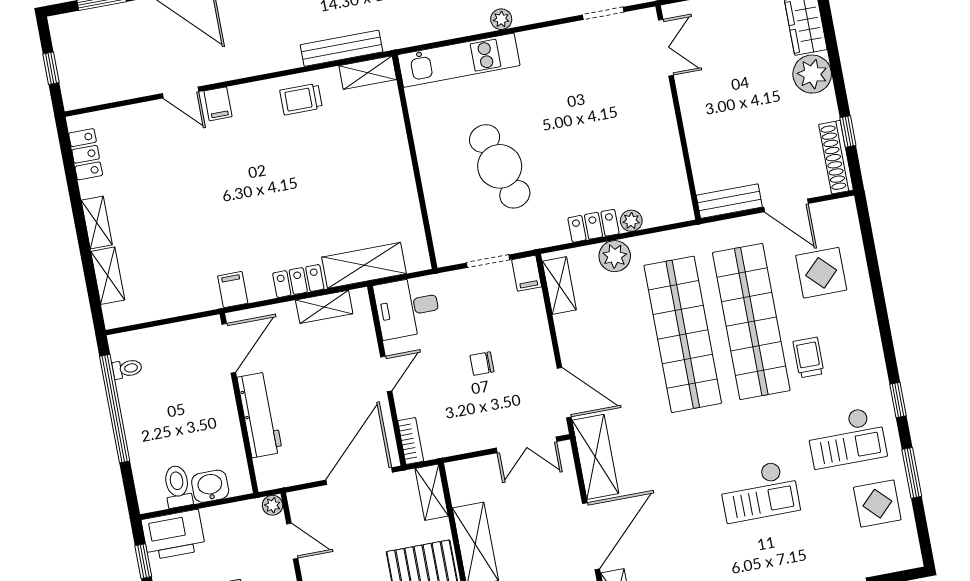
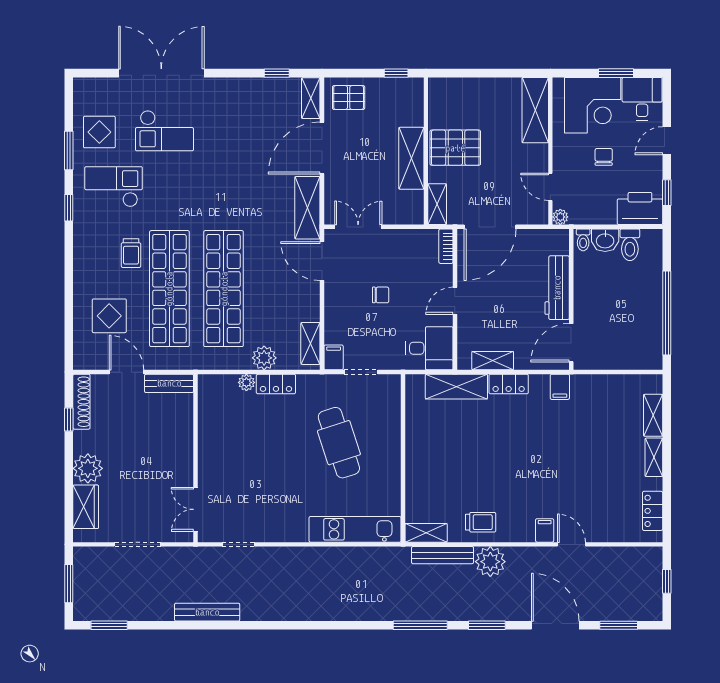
plant: (501, 19) -> (490, 562), moved, width x1.87, depth x1.87
toilet: (127, 369) -> (583, 240), moved, turned -90
checkout: (759, 491) -> (164, 131), moved, turned 180

